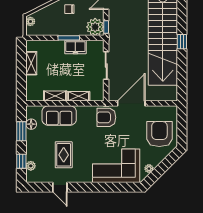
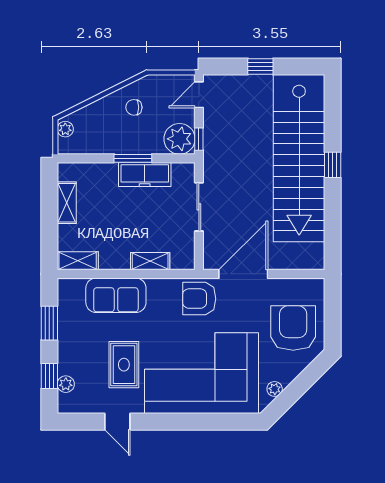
freezer: (75, 47) -> (145, 174), width x1.40
shelving: (55, 96) -> (78, 261), moved
floor lamp: (31, 124) -> (67, 310), removed
corner sofa: (116, 166) -> (201, 373), width x1.36, depth x1.36

